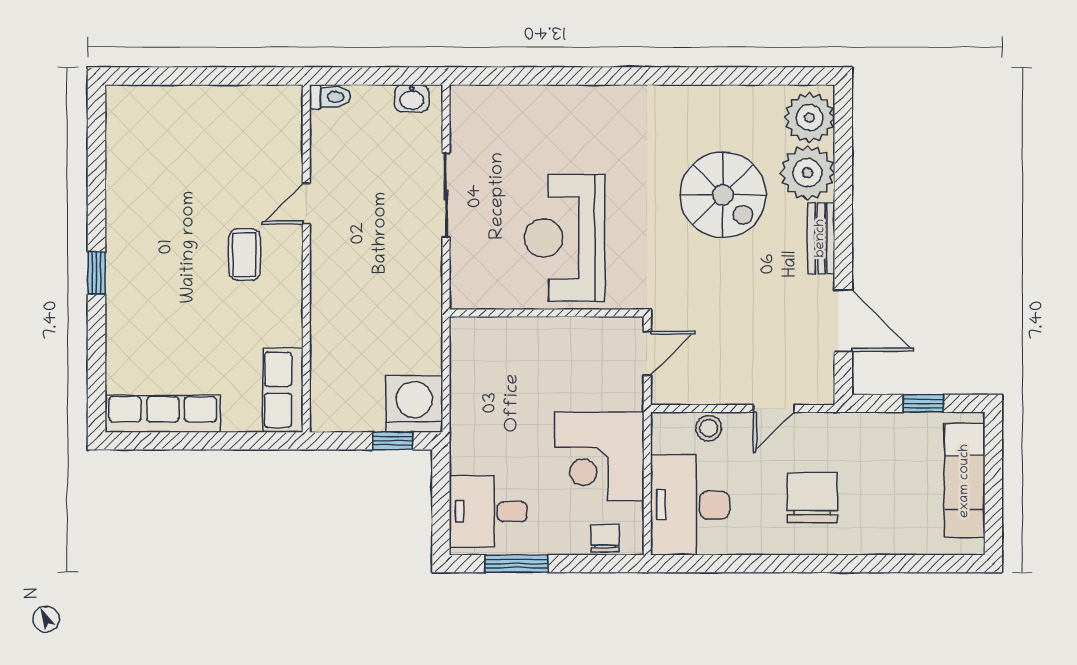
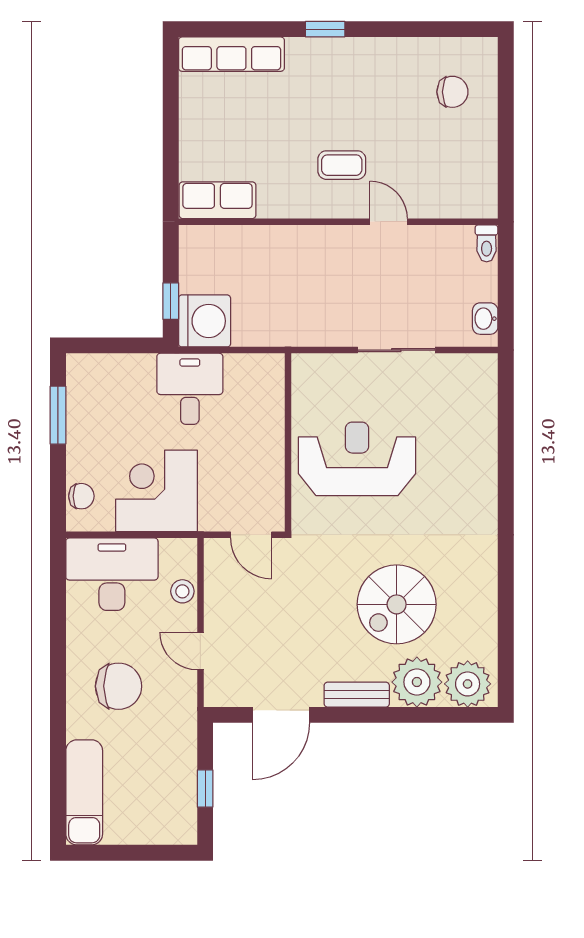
chair: (165, 134) -> (452, 92), added
row of seats: (163, 414) -> (231, 54), moved, turned 90
exam couch: (965, 481) -> (84, 792), moved, turned 90
desk: (488, 512) -> (190, 389), moved

